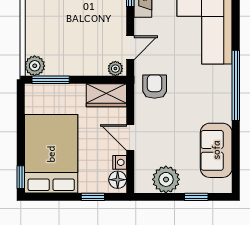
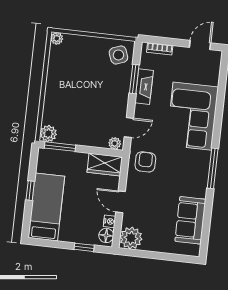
window: (236, 85) -> (213, 168), width x0.68
bed: (51, 154) -> (46, 207), width x0.67
window: (21, 177) -> (30, 191), moved
plant: (166, 179) -> (131, 238), moved
window: (196, 197) -> (170, 257), removed

